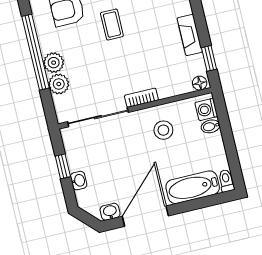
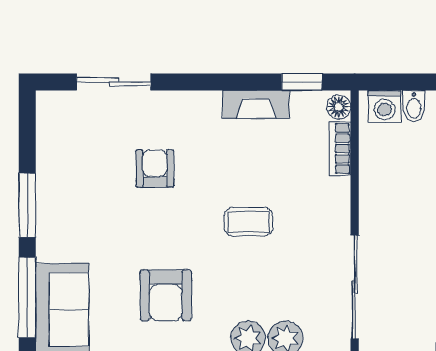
coffee table: (112, 25) -> (249, 222), moved
bookcase: (141, 98) -> (340, 149), moved
stool: (163, 130) -> (402, 185), removed

